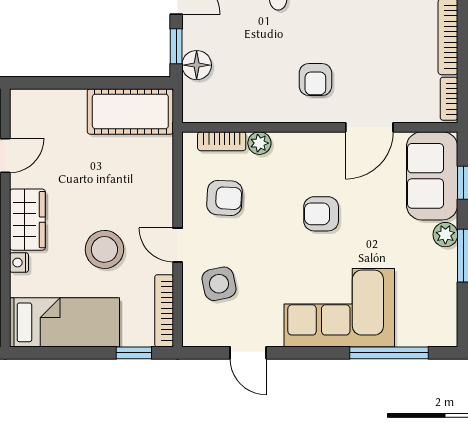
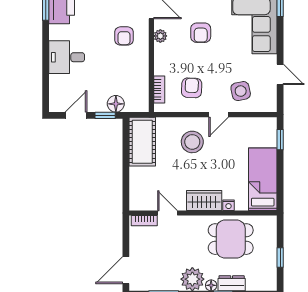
armchair: (315, 79) -> (124, 36), turned 90
plant: (259, 143) -> (160, 36), moved
stool: (104, 249) -> (192, 142), moved
bookcase: (164, 311) -> (256, 122), removed
door: (248, 353) -> (280, 74), hinge flipped

